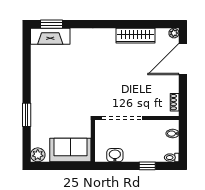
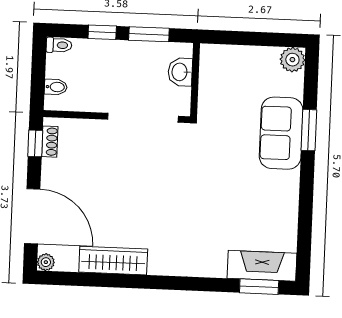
door: (183, 59) -> (32, 216), hinge flipped
window: (183, 101) -> (35, 143), added
sofa: (70, 150) -> (281, 133), moved, turned 90
washbasin: (115, 155) -> (180, 72), moved, turned 90
window: (120, 166) -> (149, 34), added

